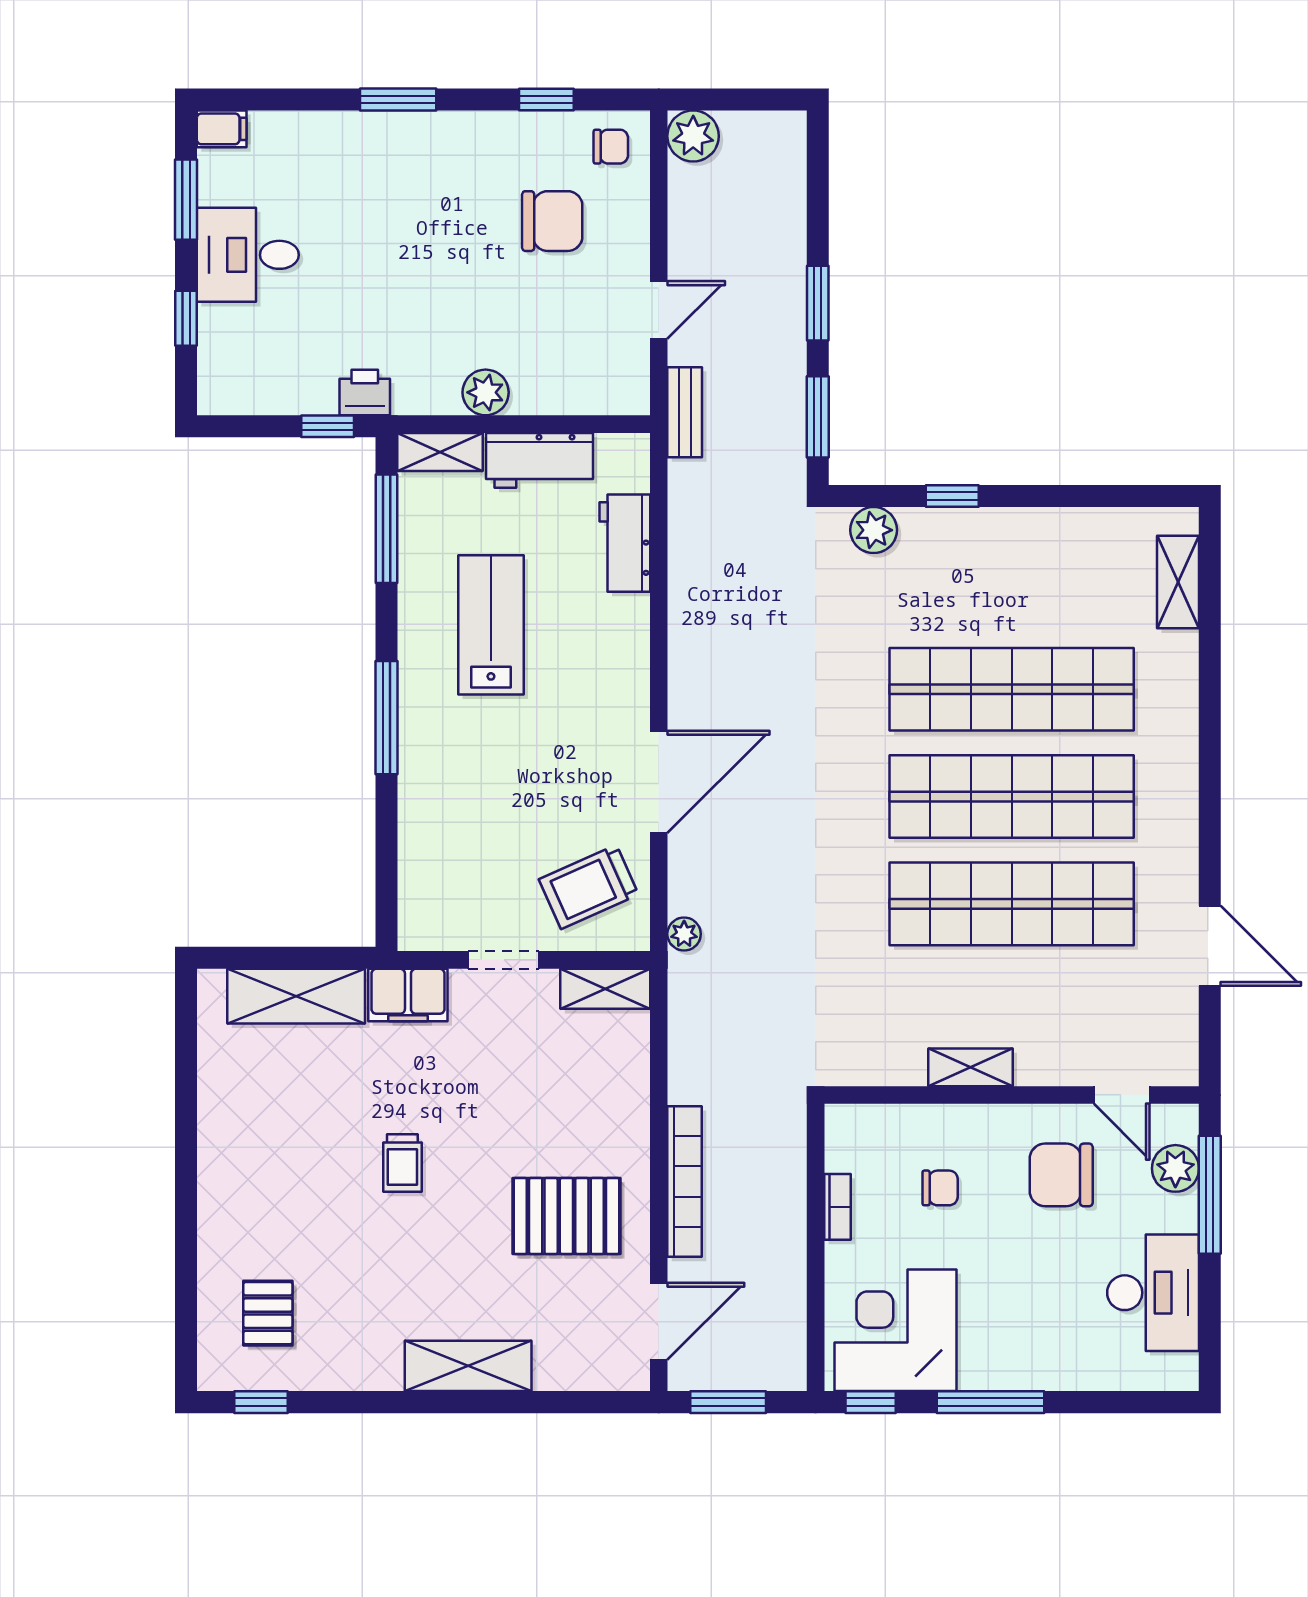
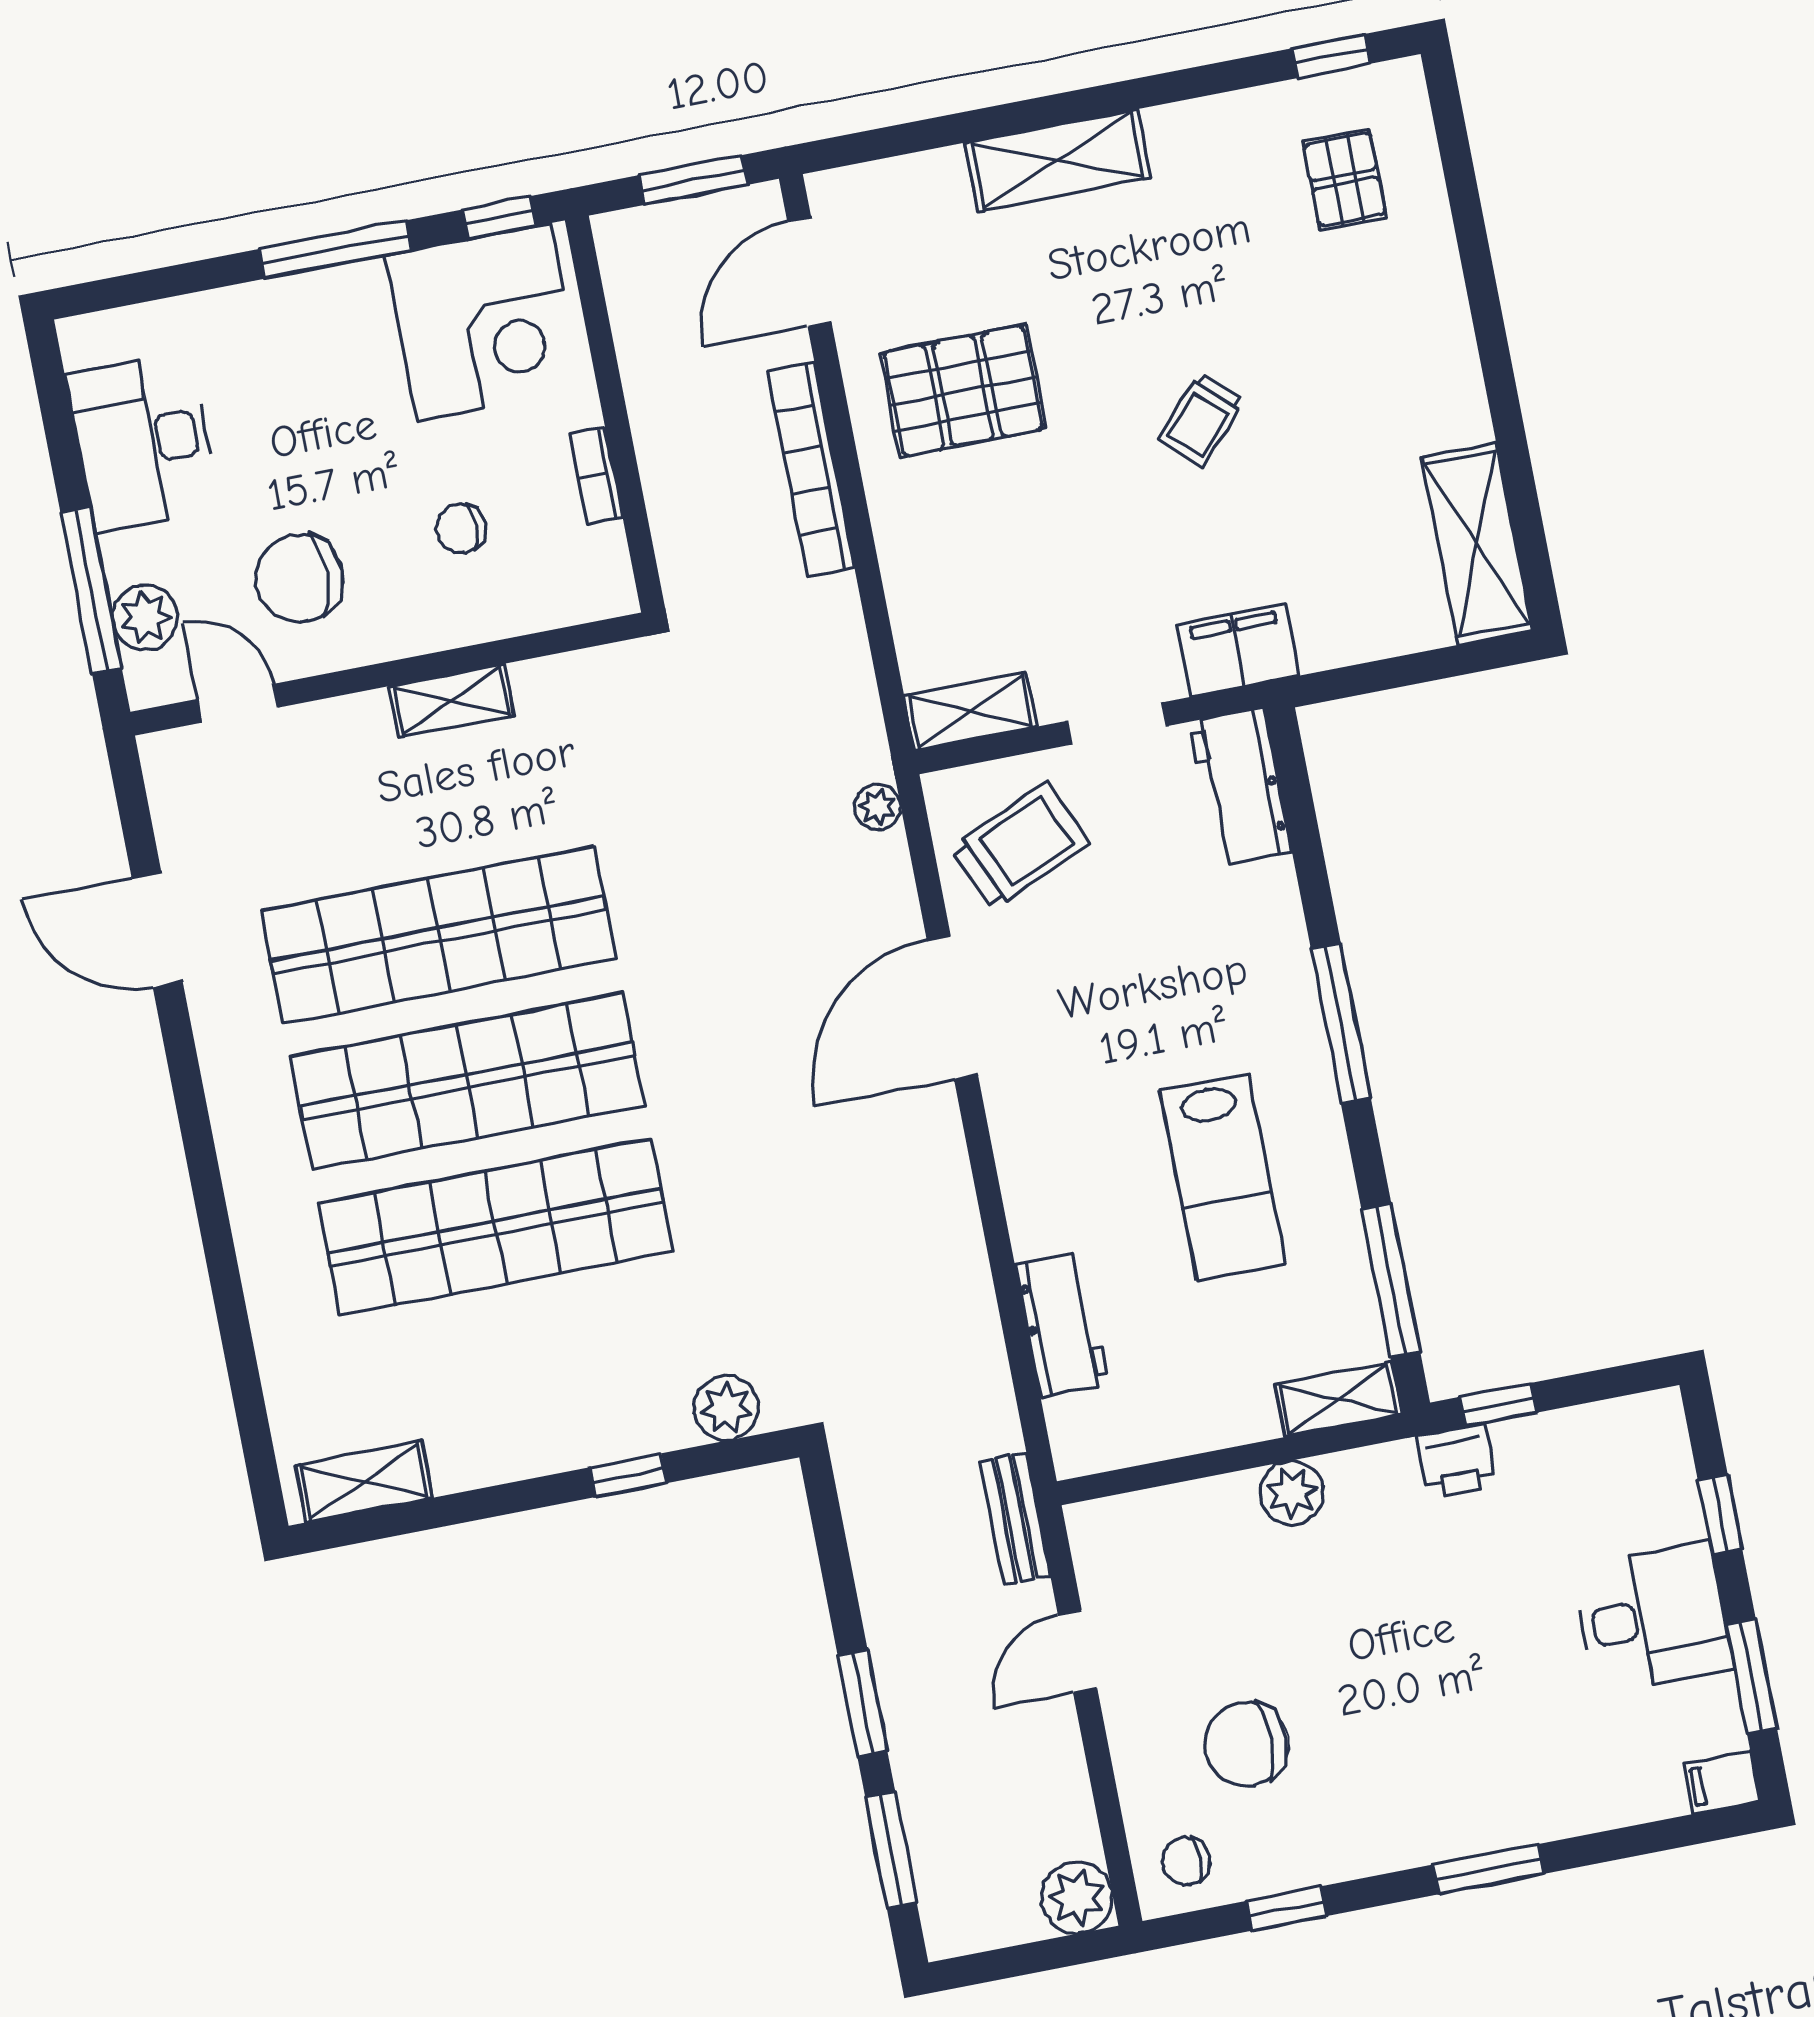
window: (818, 417) -> (891, 1850), moved
workbench: (540, 460) -> (1241, 787), moved, turned -90
shelving: (1178, 582) -> (364, 1482), moved, turned 90
shelving: (296, 996) -> (1477, 544), moved, turned 90
trolley: (402, 1163) -> (1201, 420), turned -137
chair: (1061, 1175) -> (299, 578), turned 180

